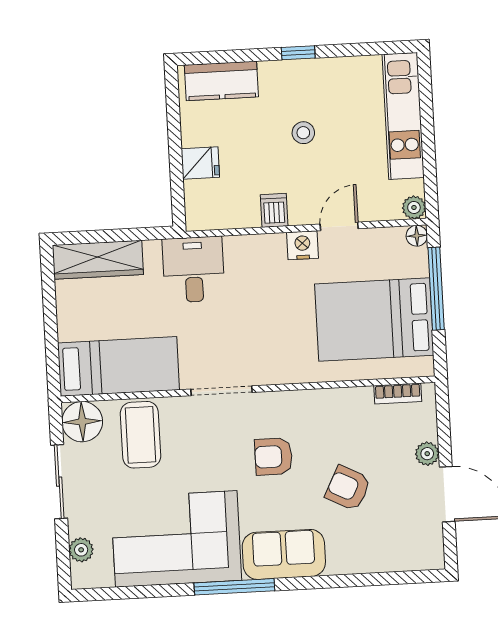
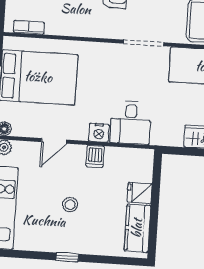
kitchen counter: (221, 81) -> (137, 228), moved, turned -90
nightstand: (302, 245) -> (99, 133), moved
desk: (193, 270) -> (131, 123), moved

